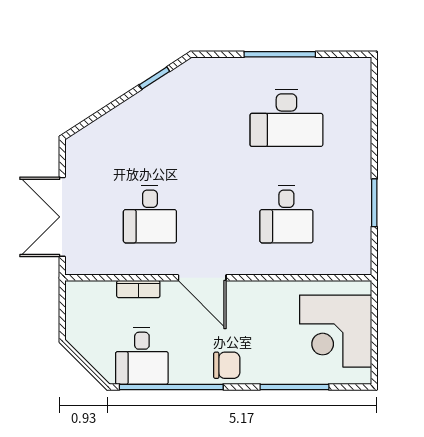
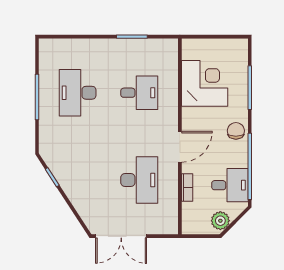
desk: (286, 118) -> (78, 93), turned 180
desk: (150, 214) -> (139, 180), width x1.37
double door: (62, 217) -> (121, 236), moved
corner desk: (336, 331) -> (205, 83), moved, turned -90
plant: (86, 341) -> (220, 221), added

